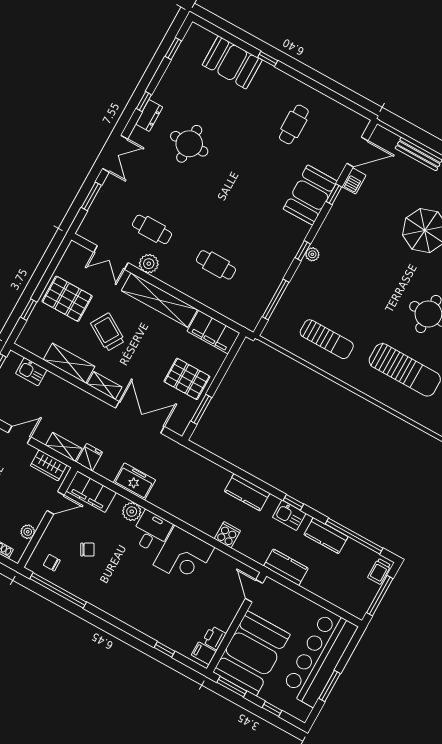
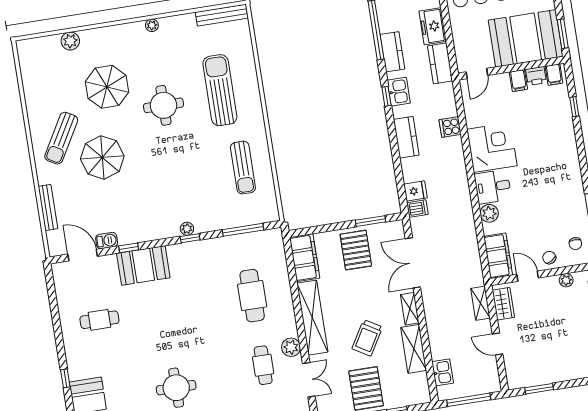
cafe table: (216, 265) -> (252, 296), width x1.37, depth x1.35
sun lounger: (327, 339) -> (243, 168), turned 180
dishwasher: (181, 456) -> (417, 209), added
fridge: (89, 457) -> (415, 191), moved, turned 180
freezer: (134, 481) -> (433, 26), moved
chair: (87, 550) -> (549, 258), moved
filing cabinet: (222, 620) -> (518, 80), added

